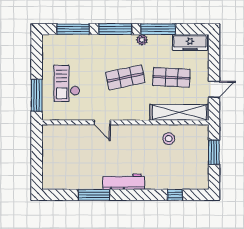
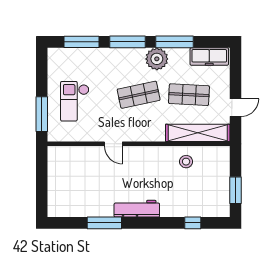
plant: (142, 40) -> (157, 59), width x1.88, depth x1.88
window: (214, 152) -> (236, 190), moved

